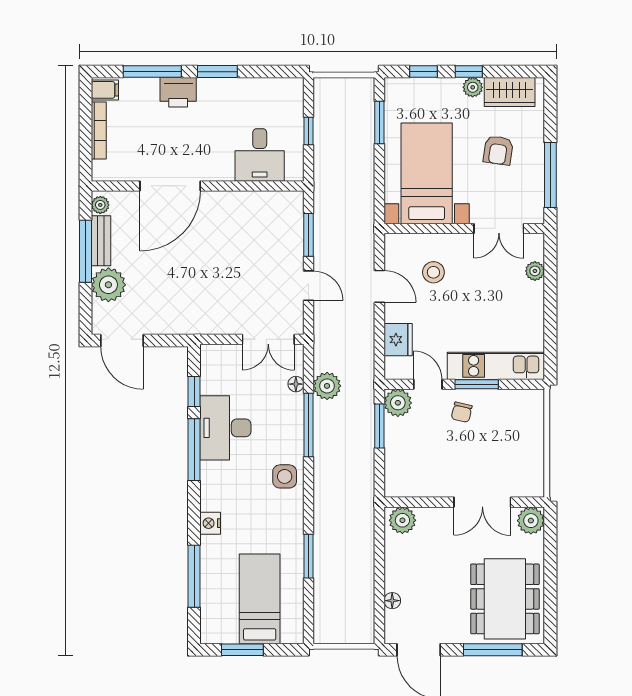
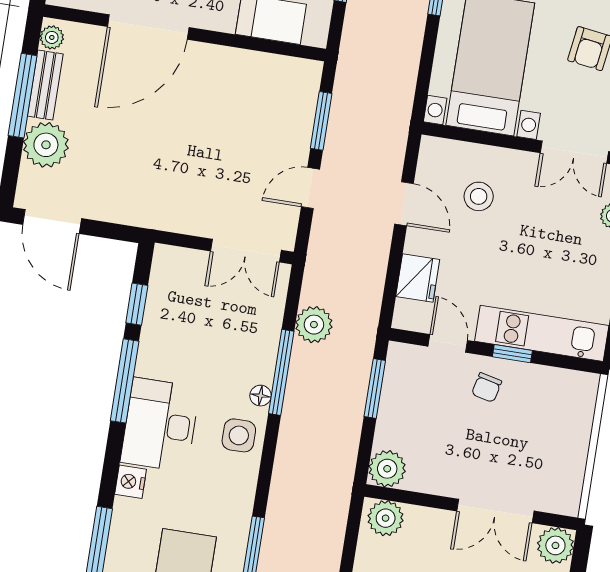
door: (309, 286) -> (310, 188), swing flipped
floor lamp: (296, 384) -> (261, 396), moved
window: (477, 384) -> (512, 354), width x0.67
plant: (398, 403) -> (387, 469), moved
desk: (225, 428) -> (160, 425), moved

